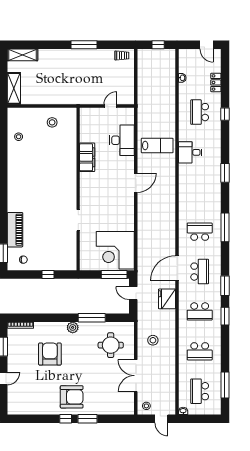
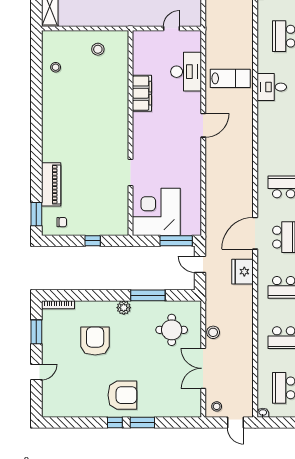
corner desk: (115, 250) -> (156, 212), moved, turned 90
stool: (153, 340) -> (213, 332), moved

